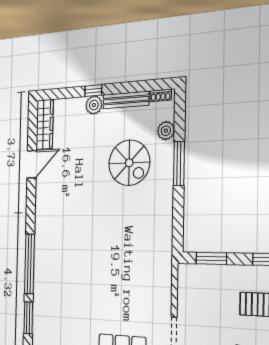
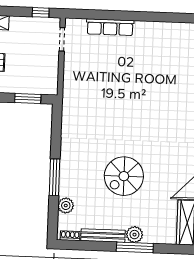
window: (93, 91) -> (135, 247), width x2.17
spiral stairs: (129, 163) -> (124, 176), moved, turned -90

